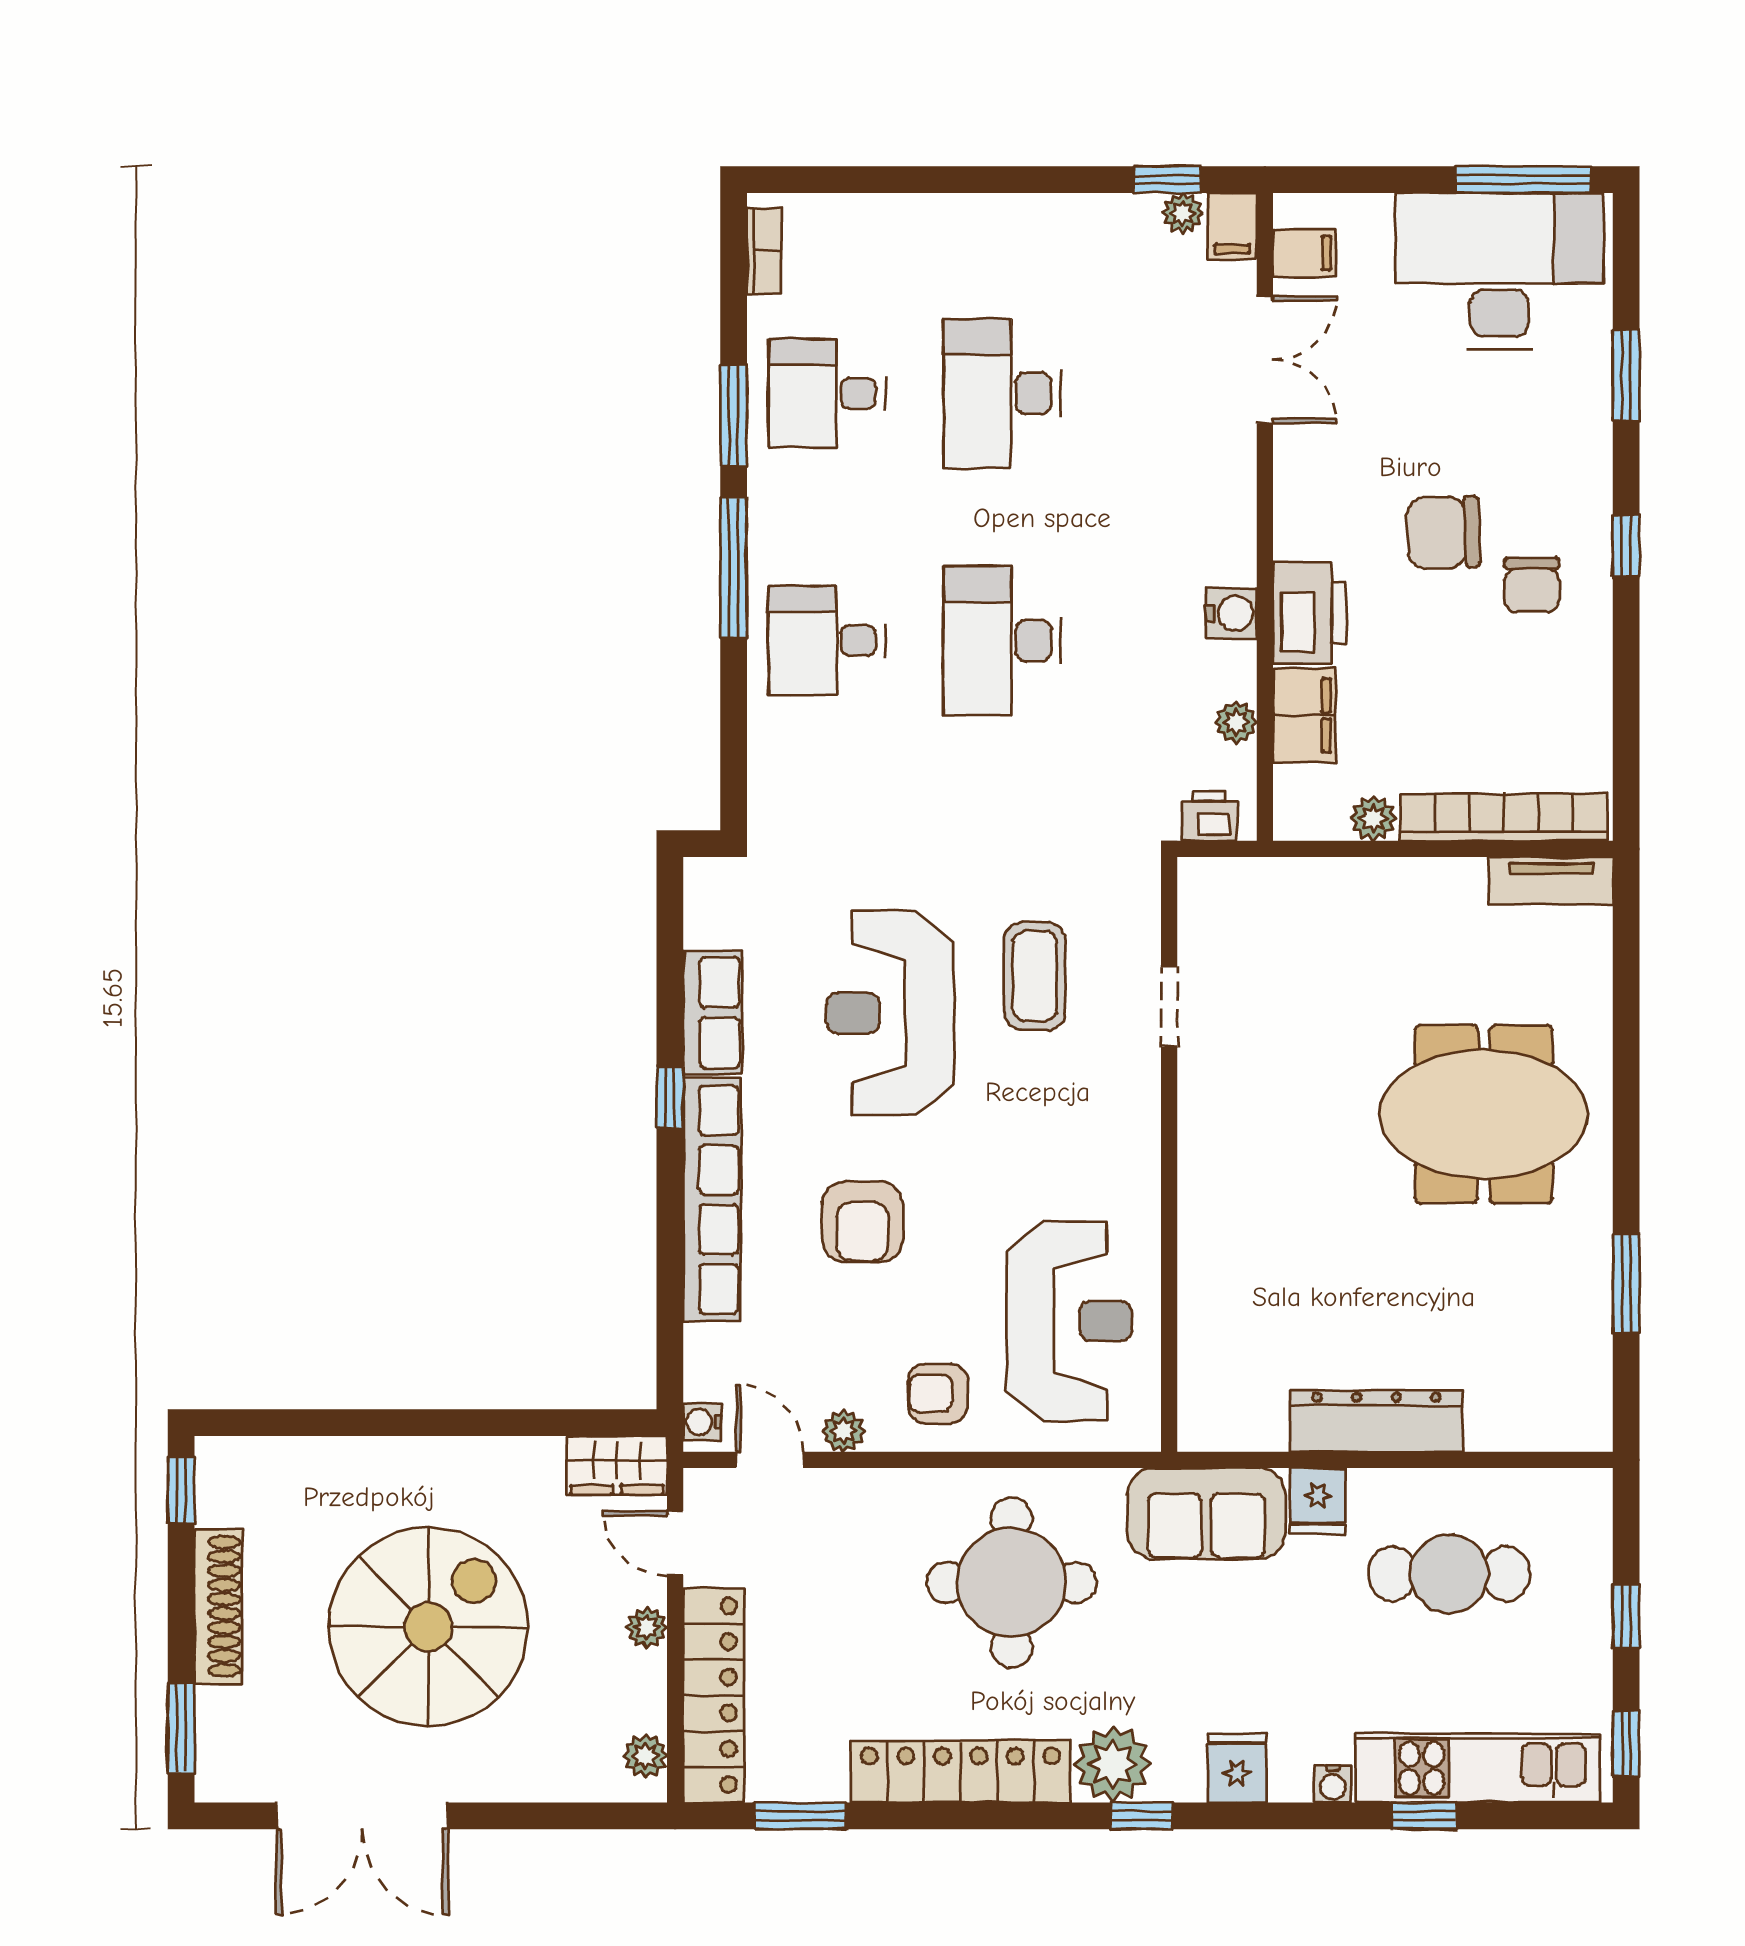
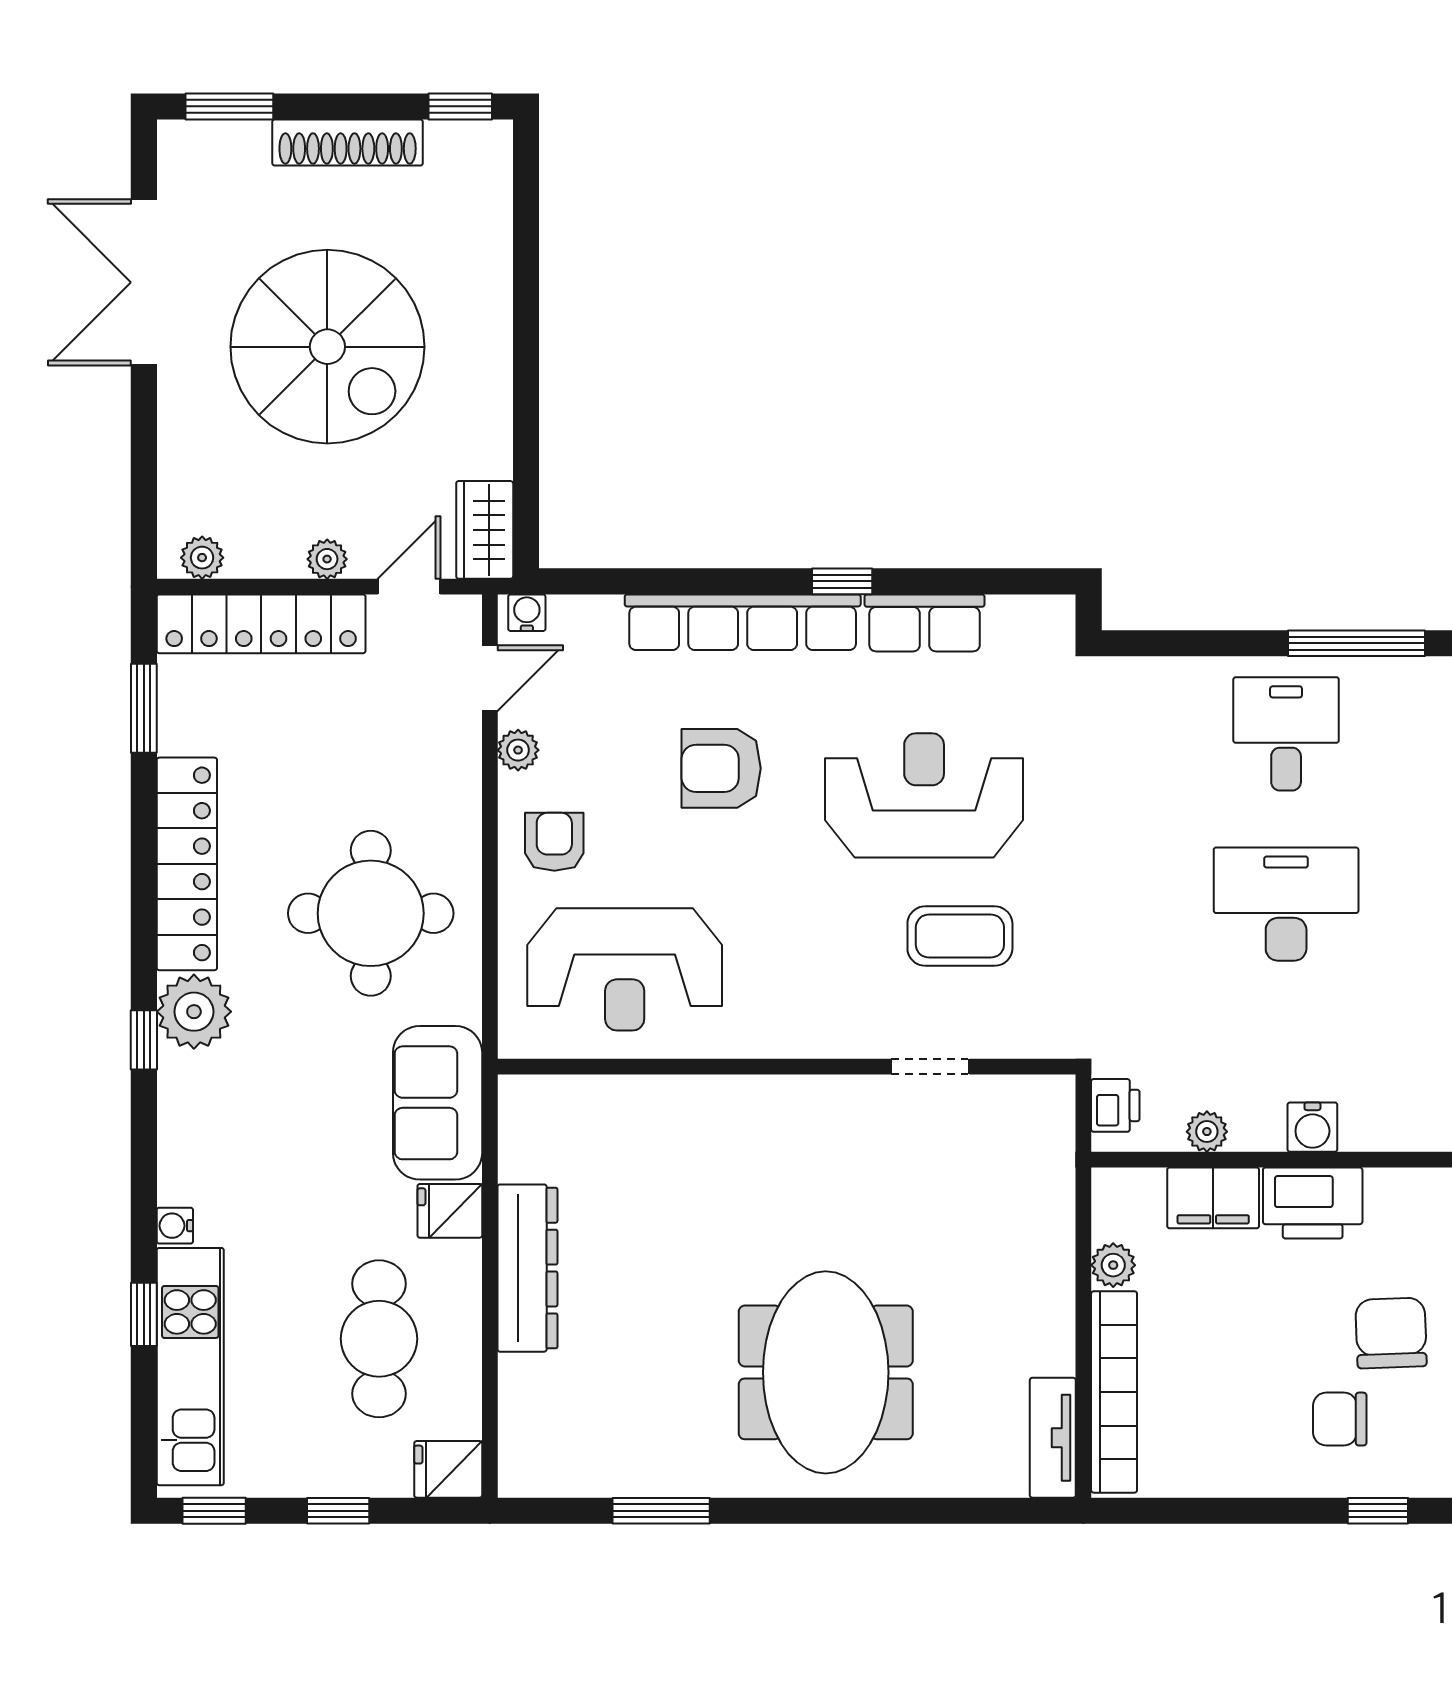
fridge: (1237, 1768) -> (448, 1469), moved, turned 180

